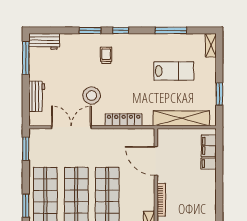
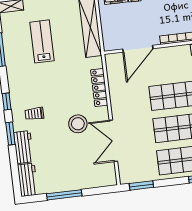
window: (26, 58) -> (64, 195), moved
workbench: (37, 96) -> (24, 147), moved, turned 90

